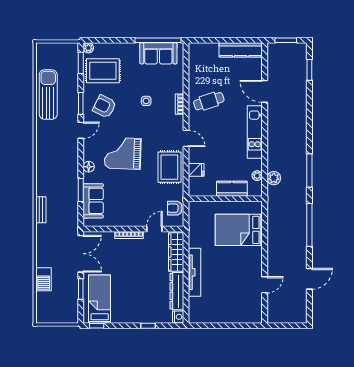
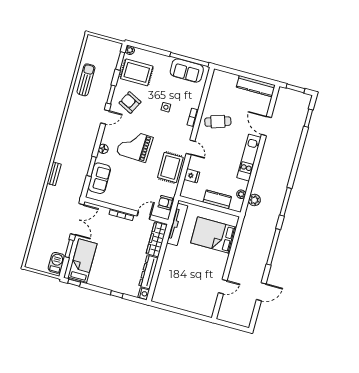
sun lounger: (48, 95) -> (86, 80), width x0.73, depth x0.75
tv unit: (195, 272) -> (177, 224), moved
barbecue: (44, 279) -> (56, 263), moved, turned 180

